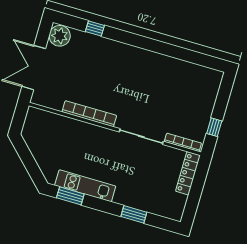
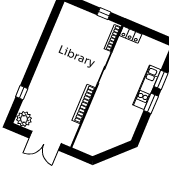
locker: (188, 173) -> (131, 35), width x0.66
kitchen unit: (85, 186) -> (147, 87), moved
window: (70, 196) -> (151, 103), moved

